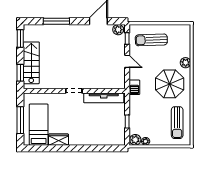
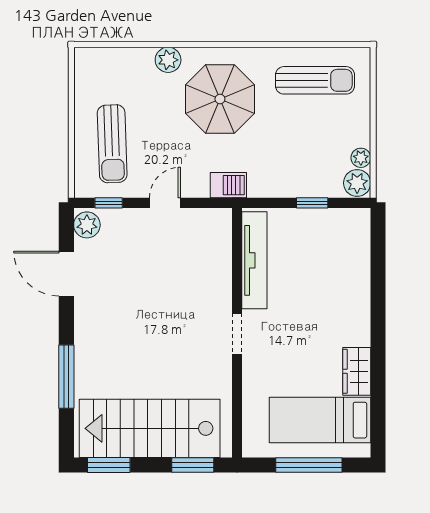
stairs: (31, 63) -> (150, 428), width x1.36, depth x1.51

